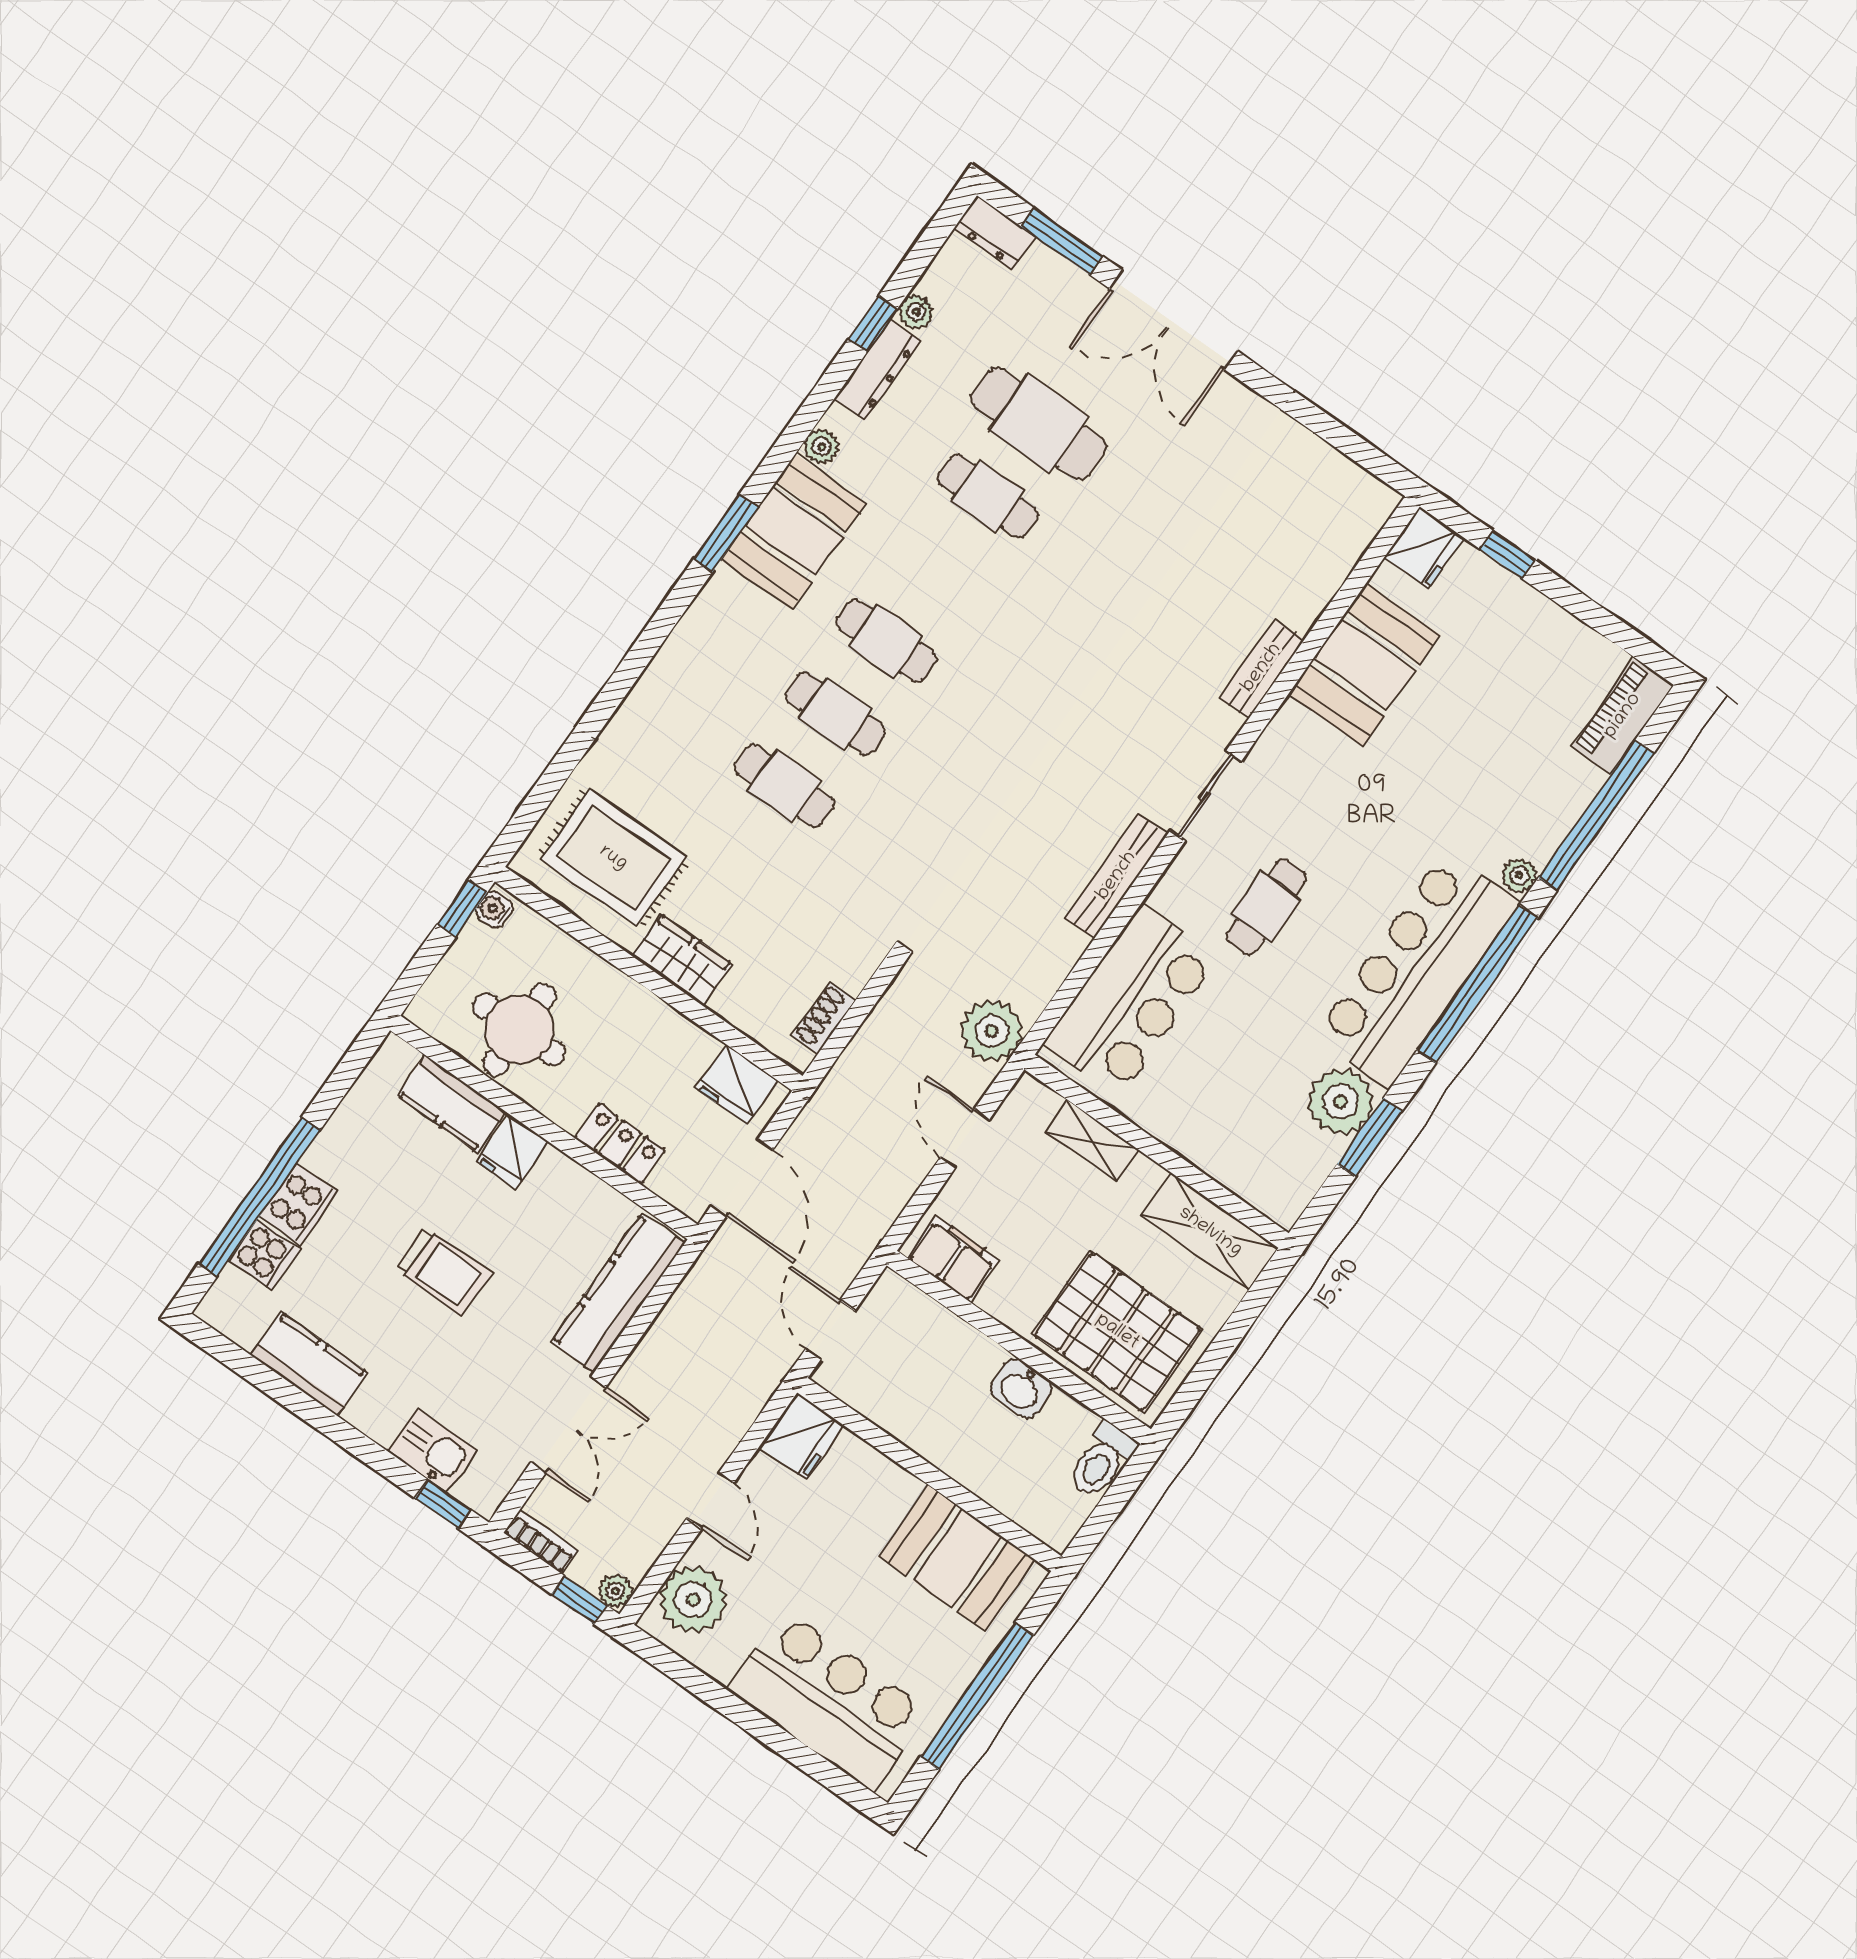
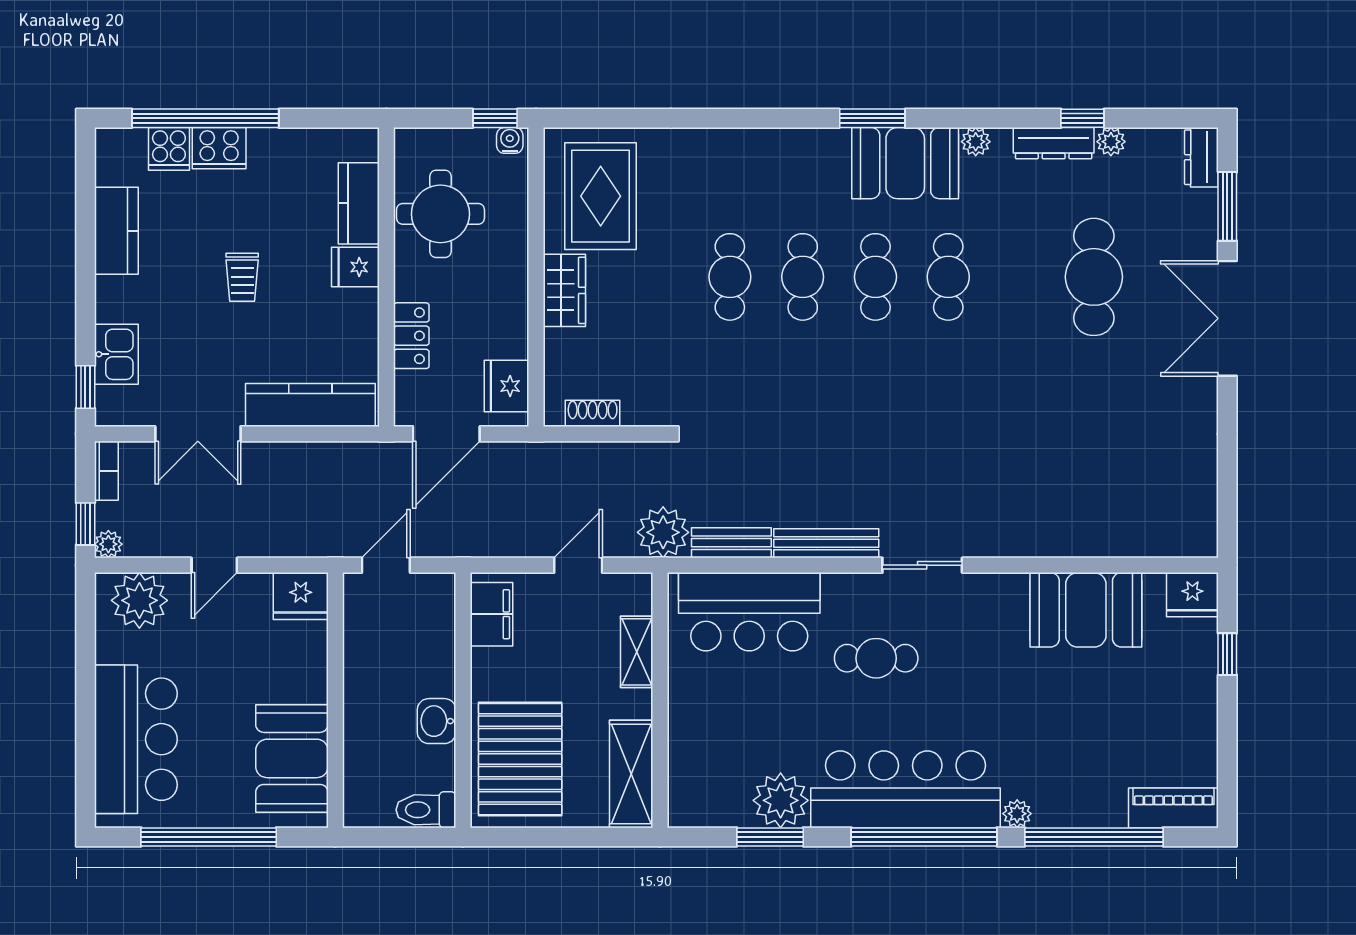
cafe table: (988, 496) -> (948, 277), moved
bench: (1262, 668) -> (731, 543), moved
trolley: (443, 1271) -> (242, 277), width x0.73, depth x0.72

